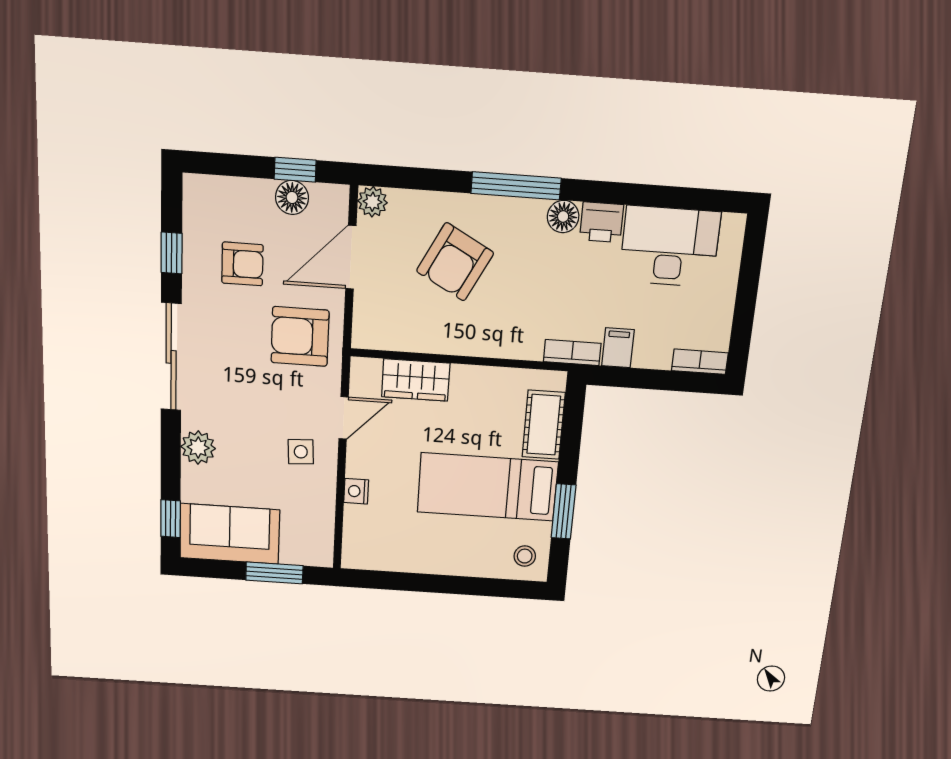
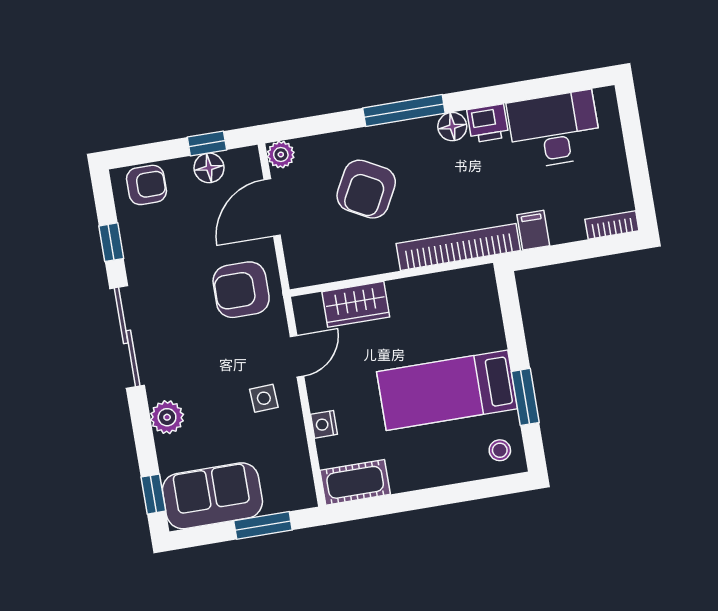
armchair: (242, 264) -> (146, 185), moved
bookcase: (572, 353) -> (458, 247), width x2.31, depth x1.31
cot: (544, 425) -> (355, 482), moved, turned 90

